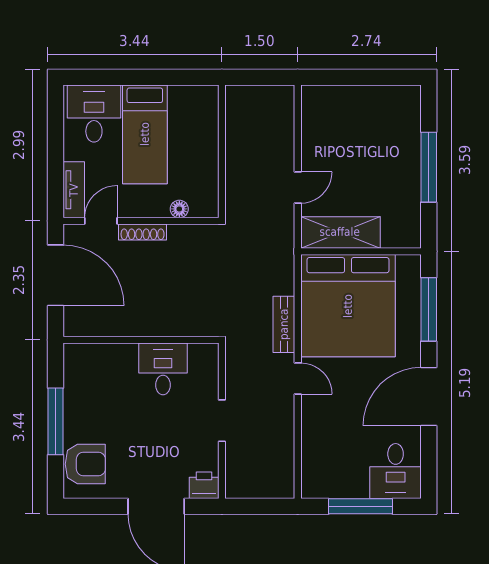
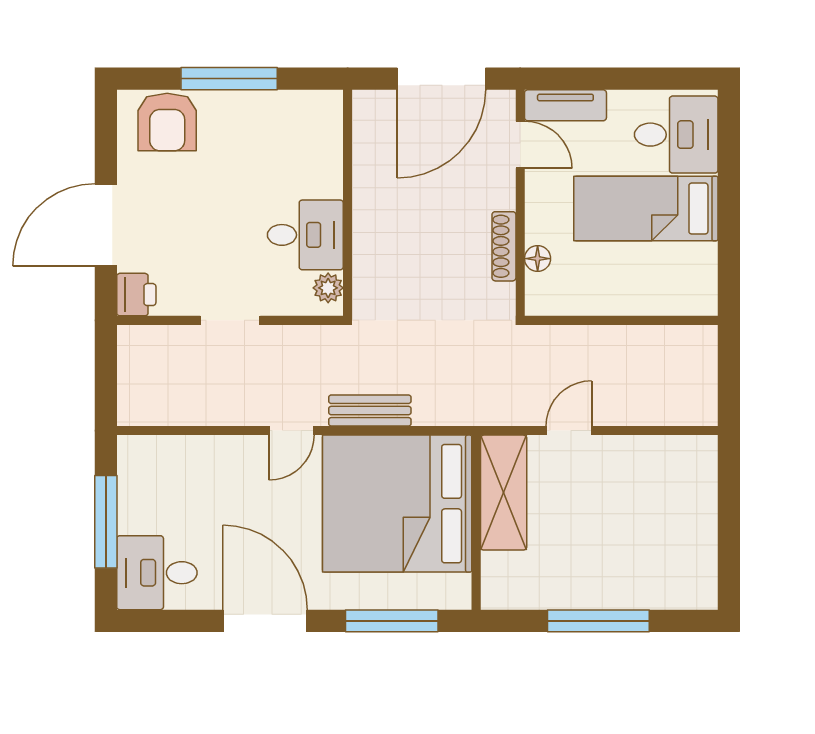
door: (298, 187) -> (569, 431), swing flipped
shoe rack: (143, 232) -> (504, 246), moved
plant: (200, 353) -> (328, 288), added

